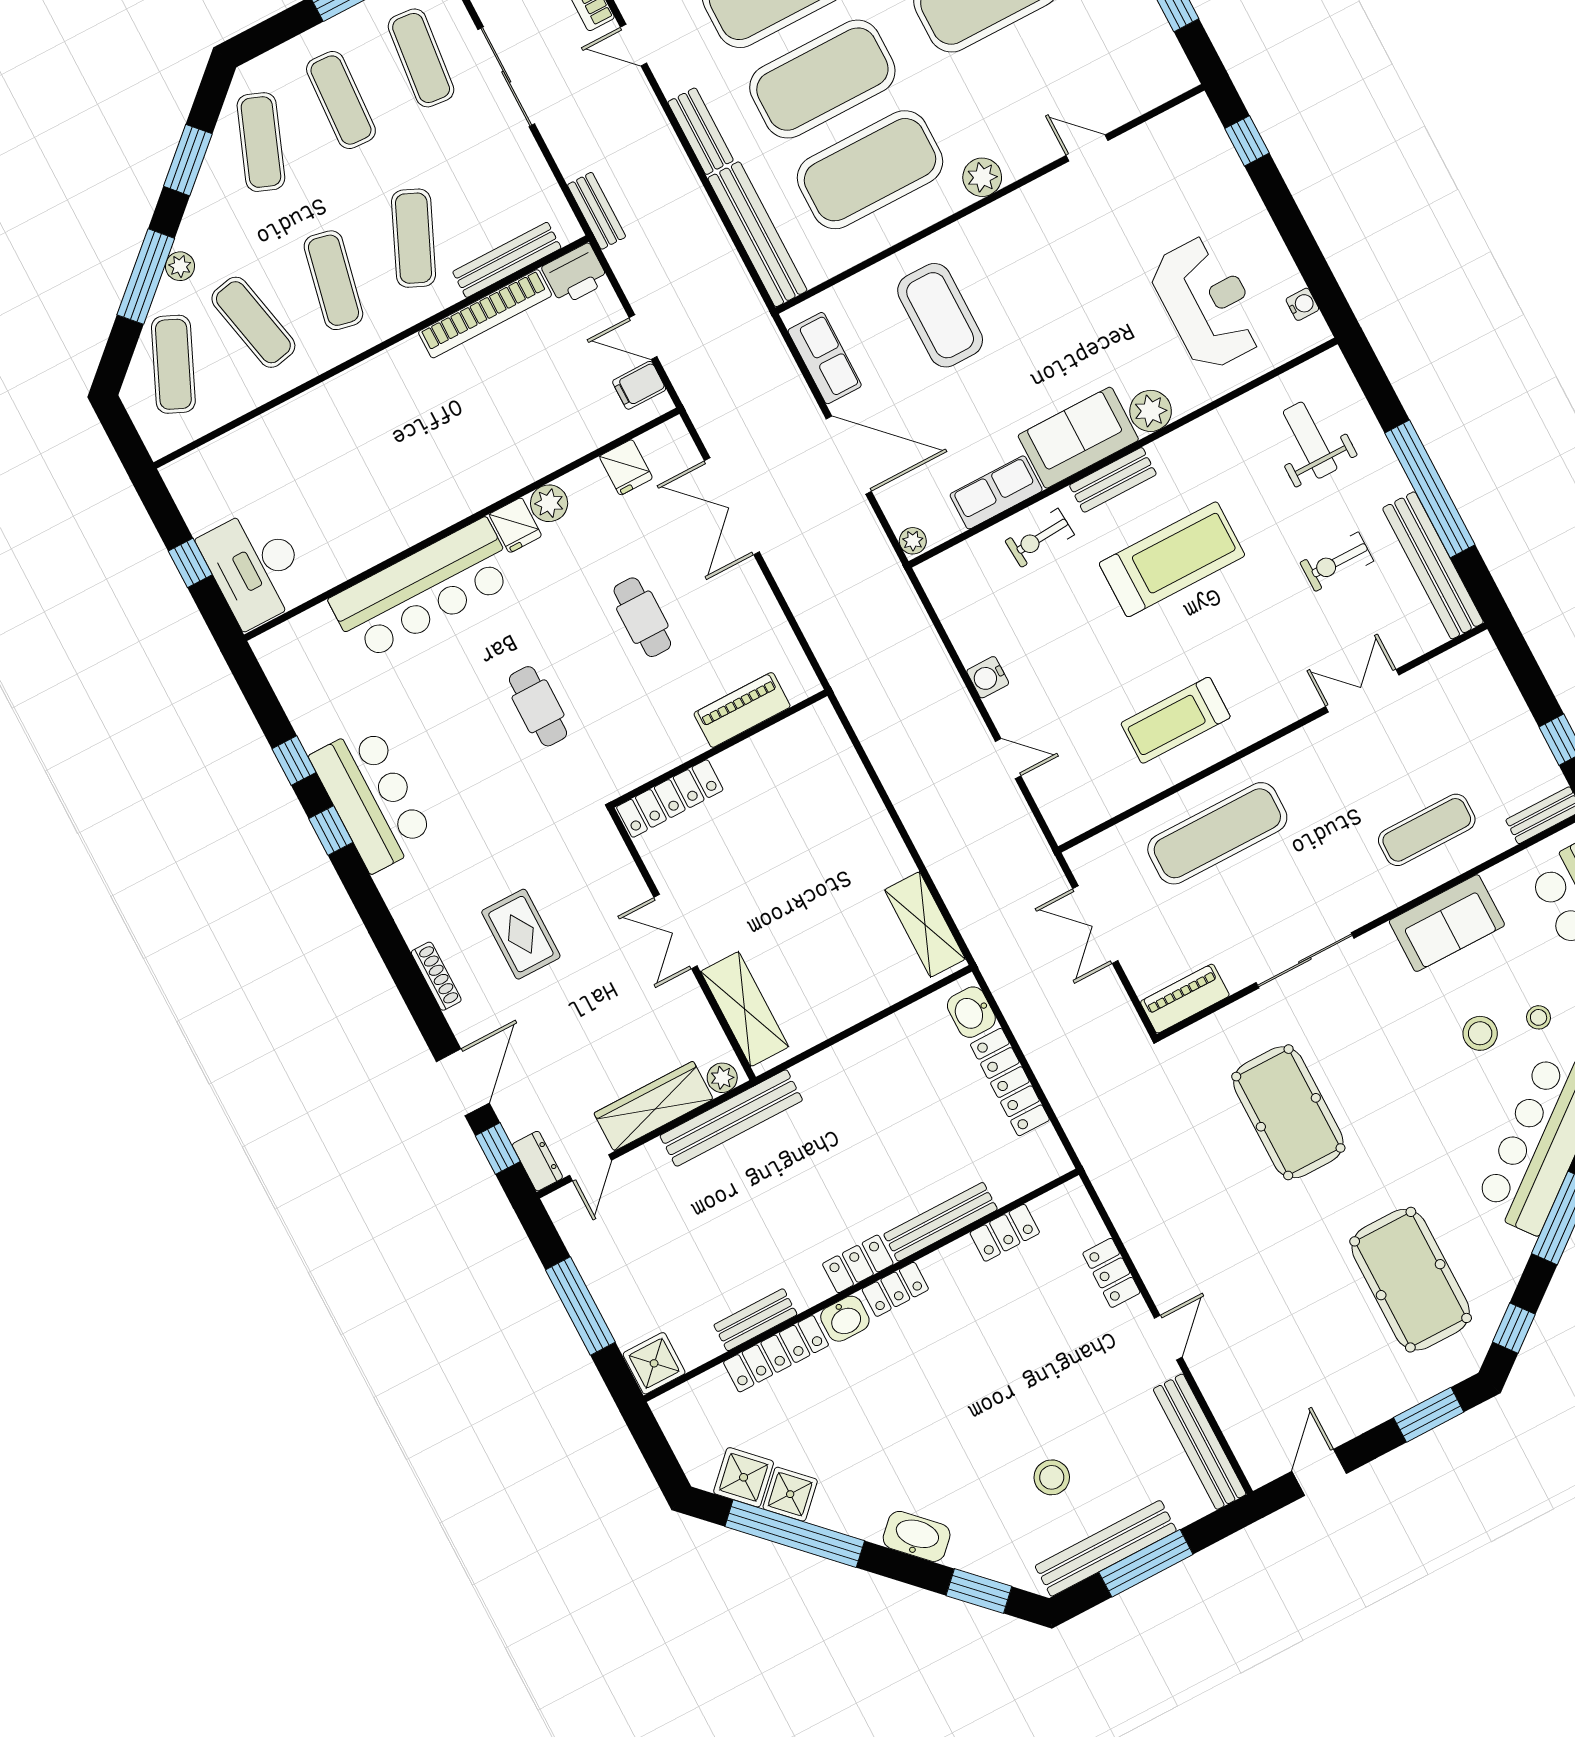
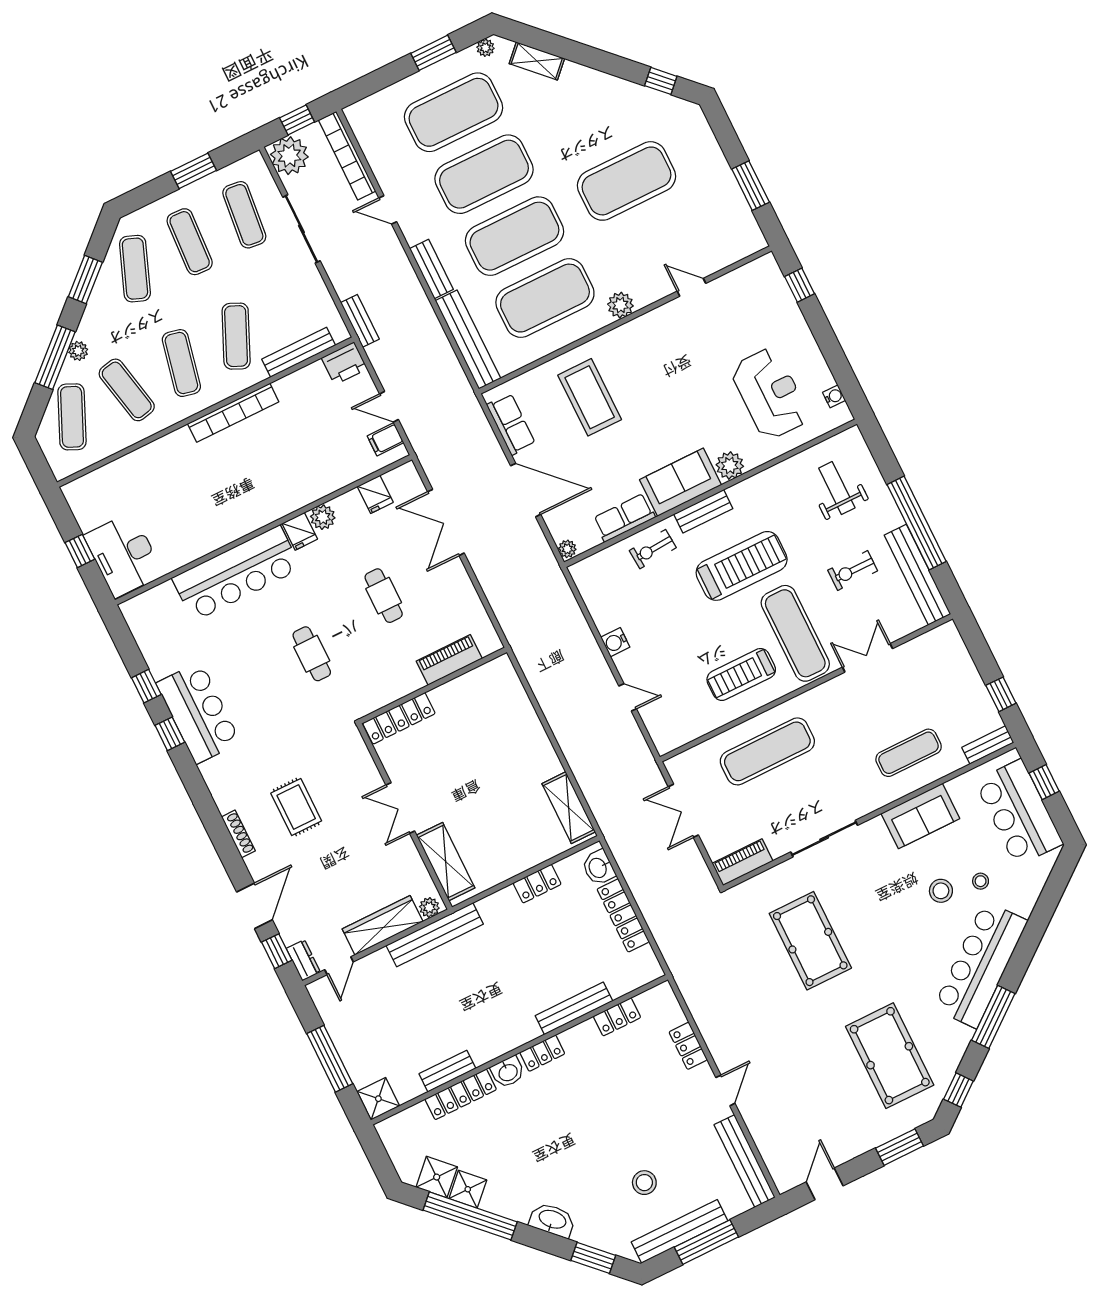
bookcase: (485, 314) -> (233, 413), moved
exercise mat: (1254, 657) -> (795, 633), added
locker: (858, 1264) -> (537, 884), moved, turned 180

